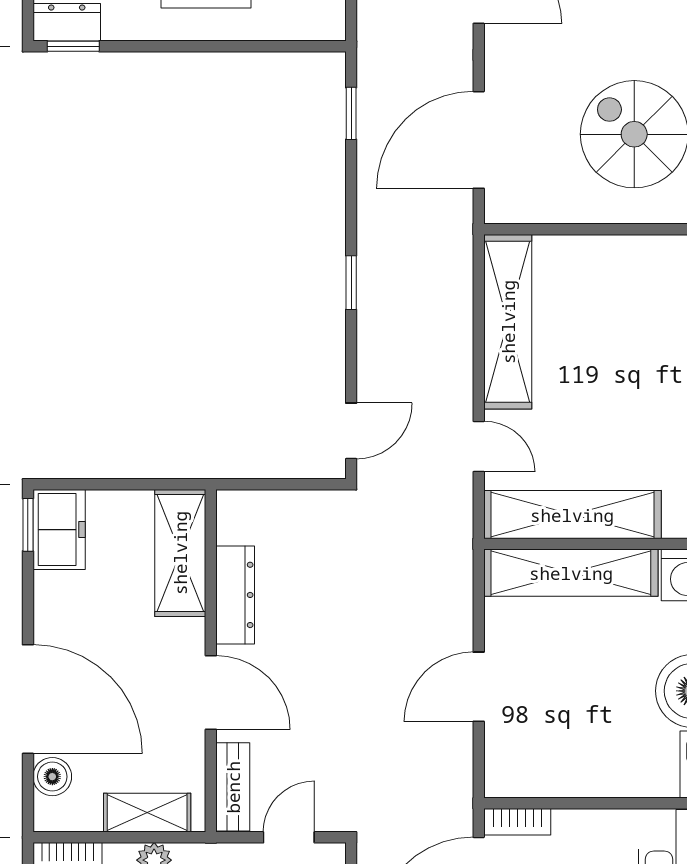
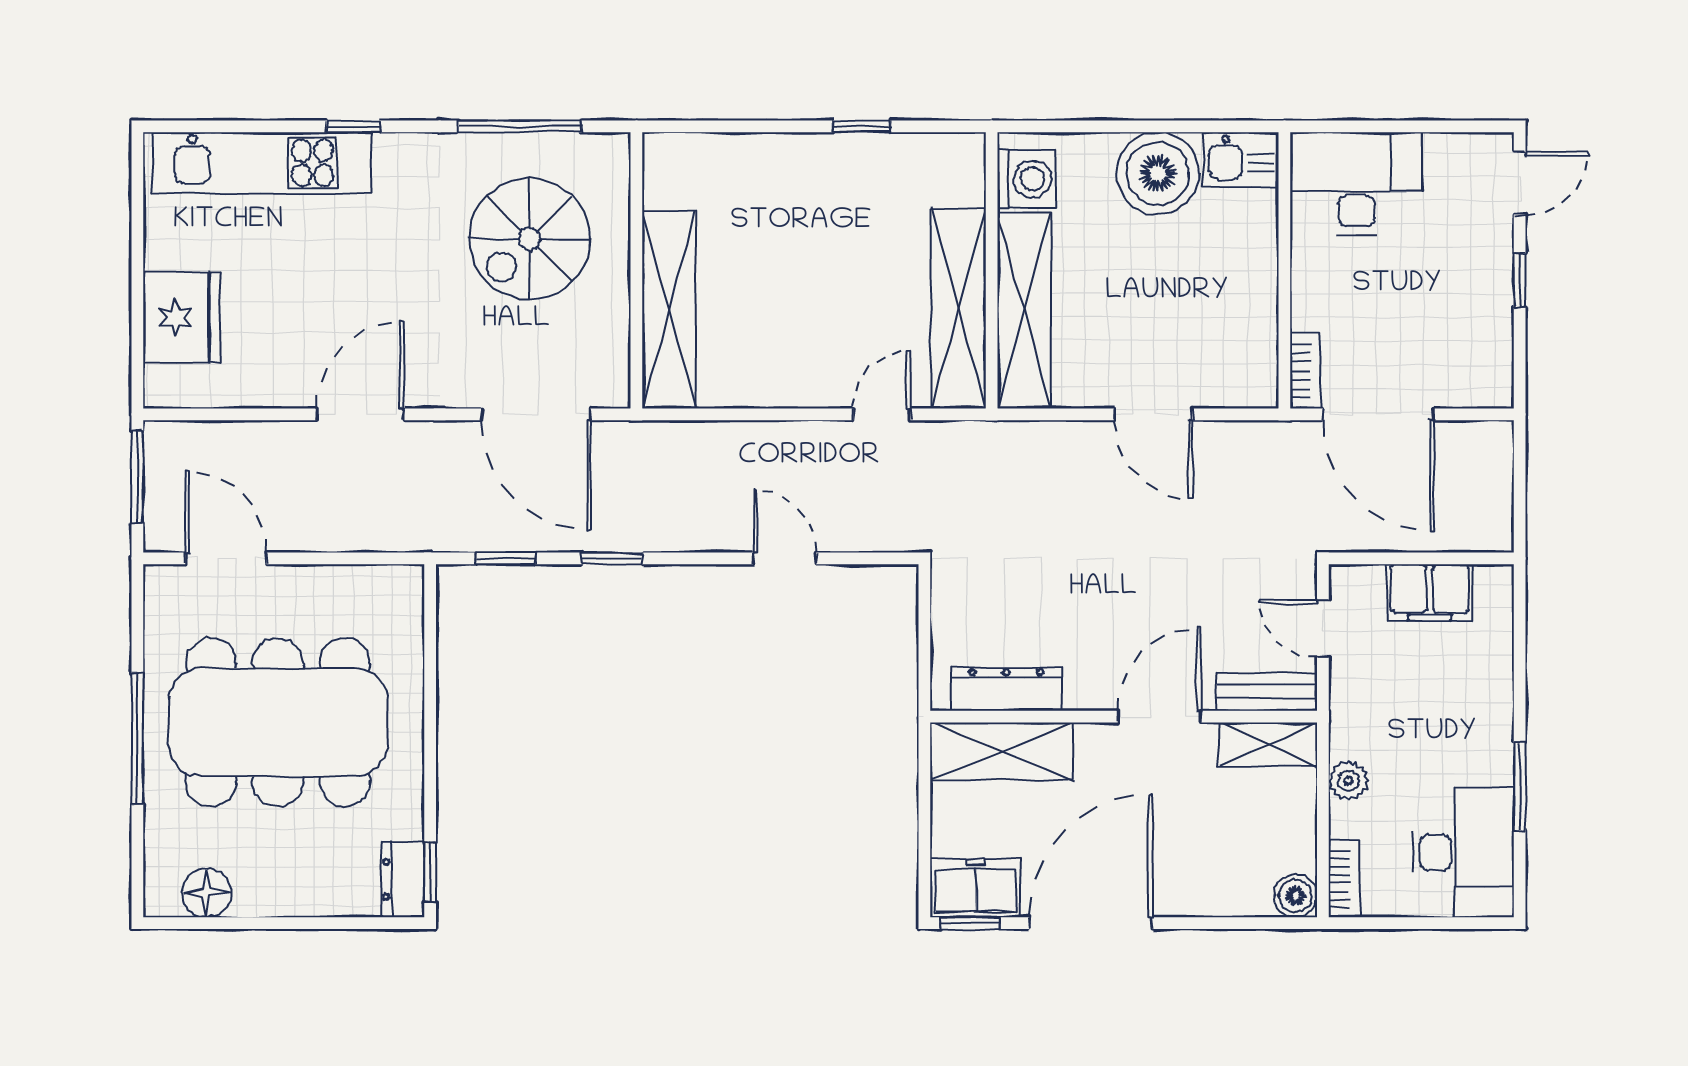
window: (351, 283) -> (612, 558), moved
shelving: (508, 322) -> (669, 310), moved, turned 90
door: (351, 431) -> (785, 558), moved
dresser: (235, 595) -> (1006, 689), moved
door: (28, 699) -> (1091, 923), moved
boiler: (52, 777) -> (1295, 896), moved
shelving: (147, 813) -> (1268, 745), moved, turned 90

